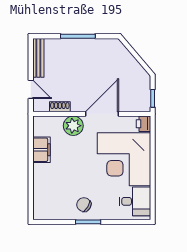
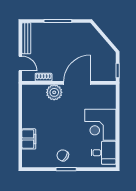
printer: (143, 124) -> (110, 91), removed
filing cabinet: (41, 150) -> (29, 139), moved
corner desk: (124, 159) -> (100, 125), width x0.74, depth x0.74

